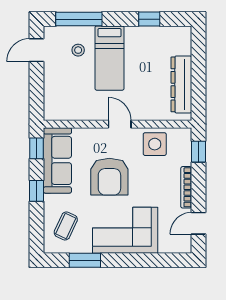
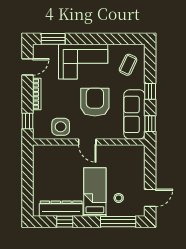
dresser: (181, 84) -> (61, 209), moved, turned -90
window: (85, 260) -> (53, 39), moved

